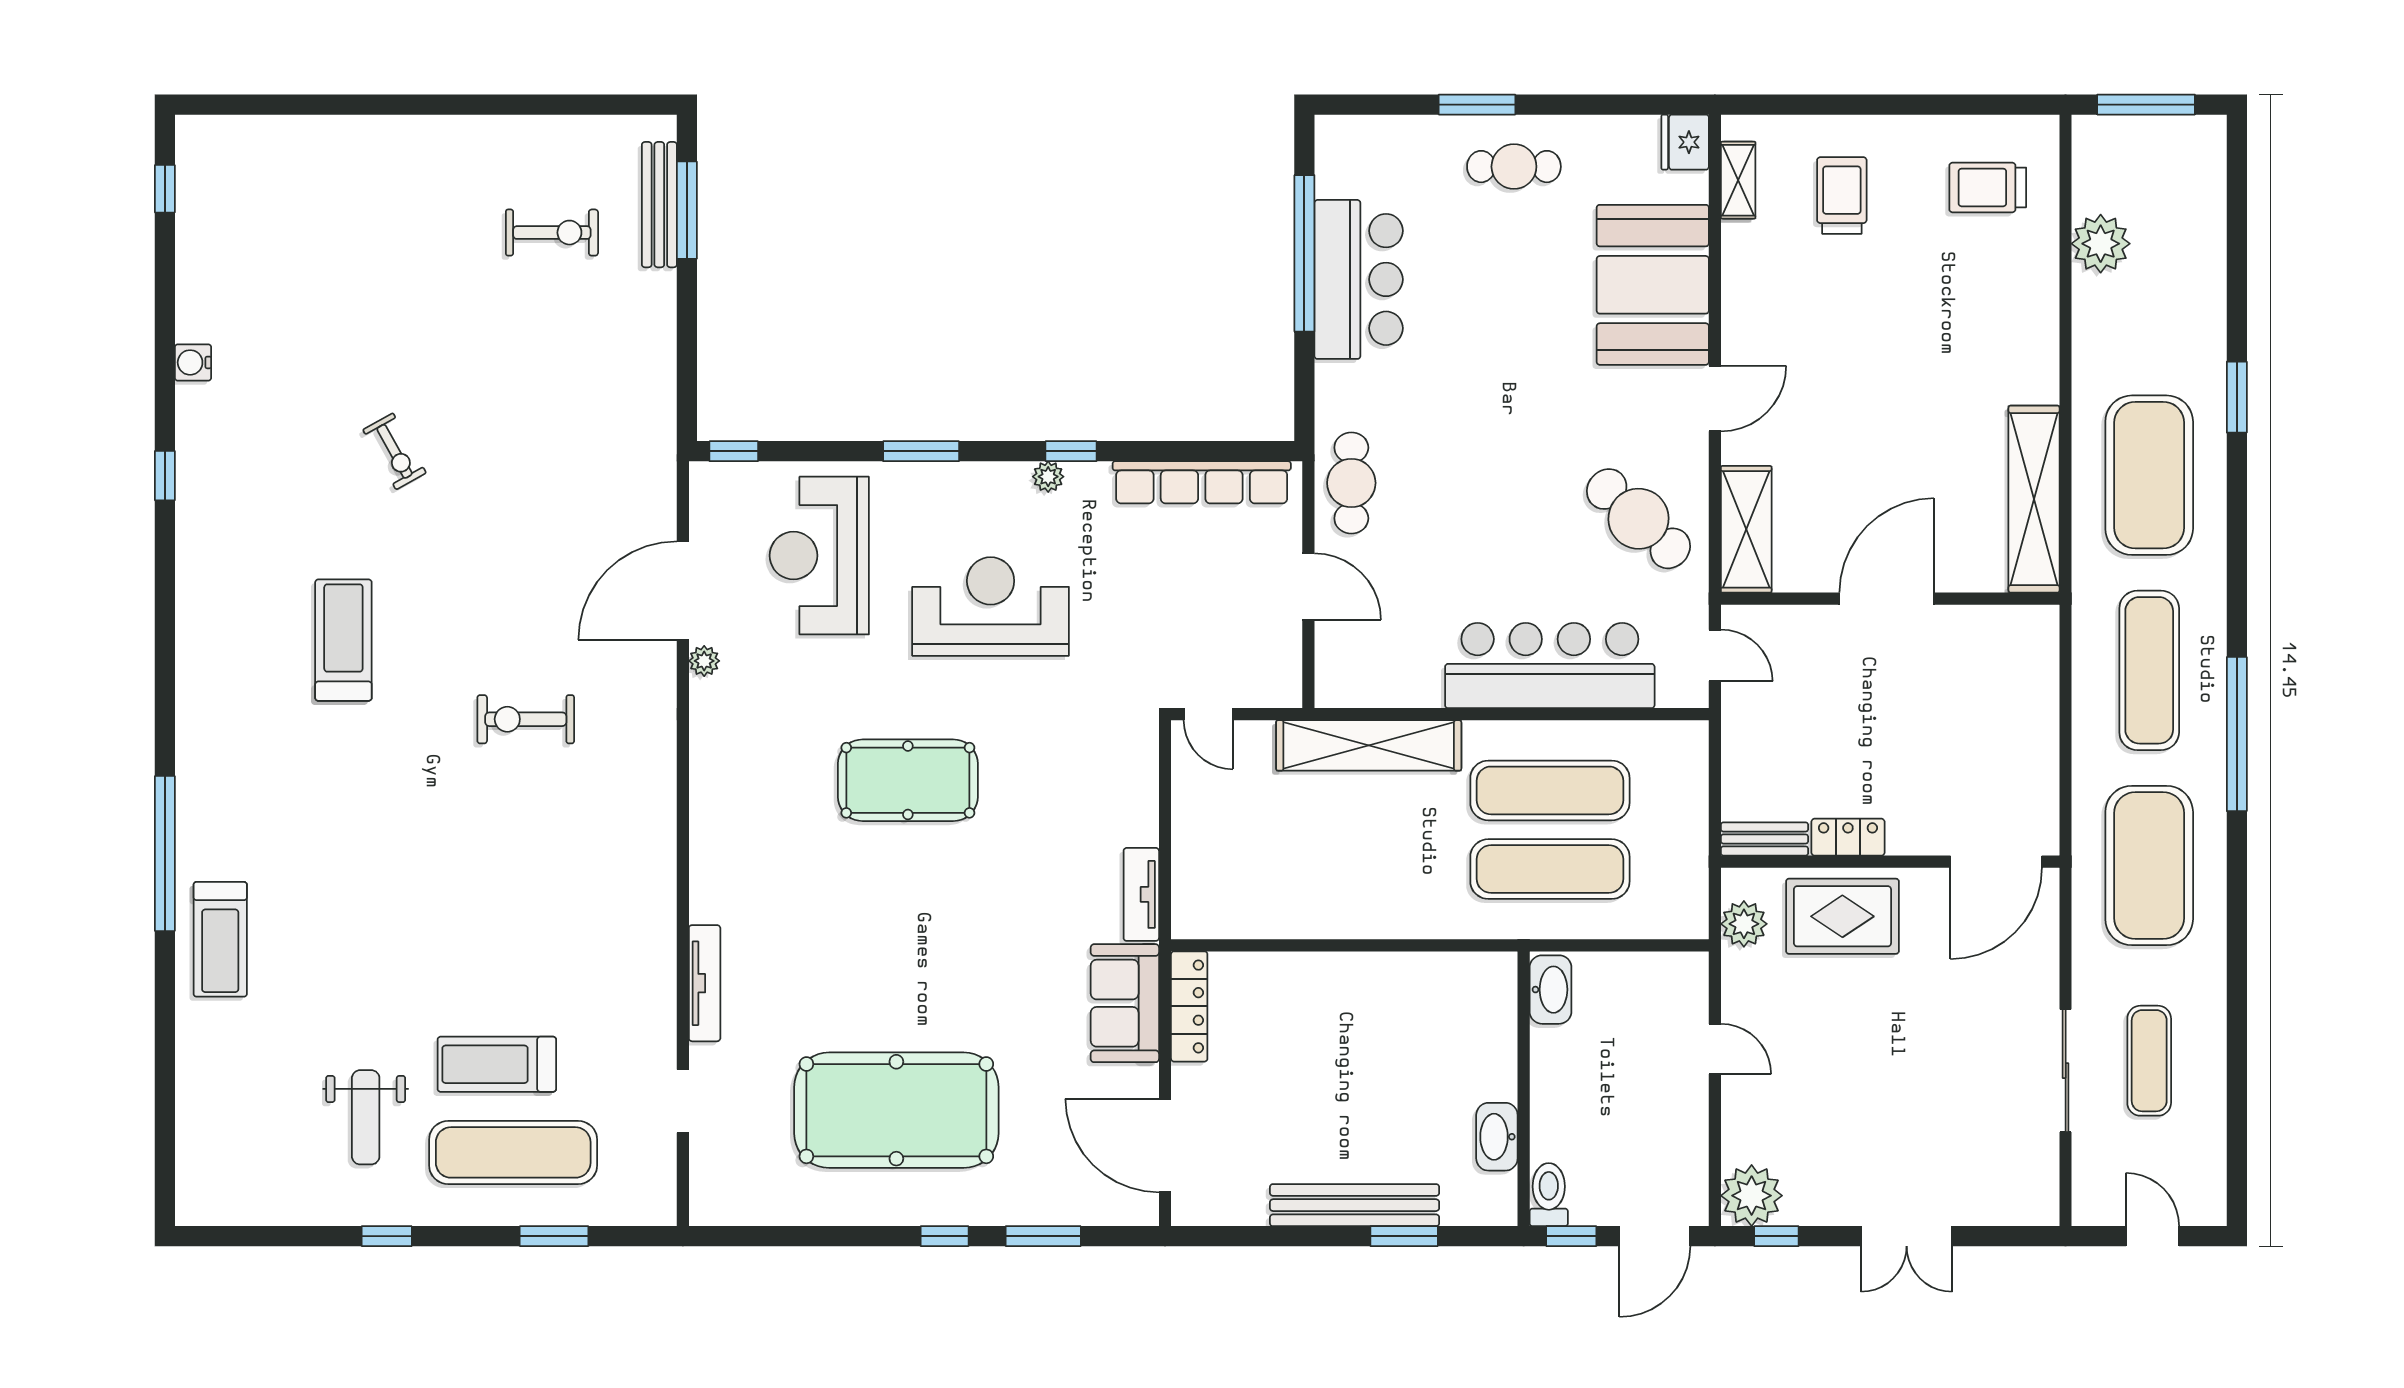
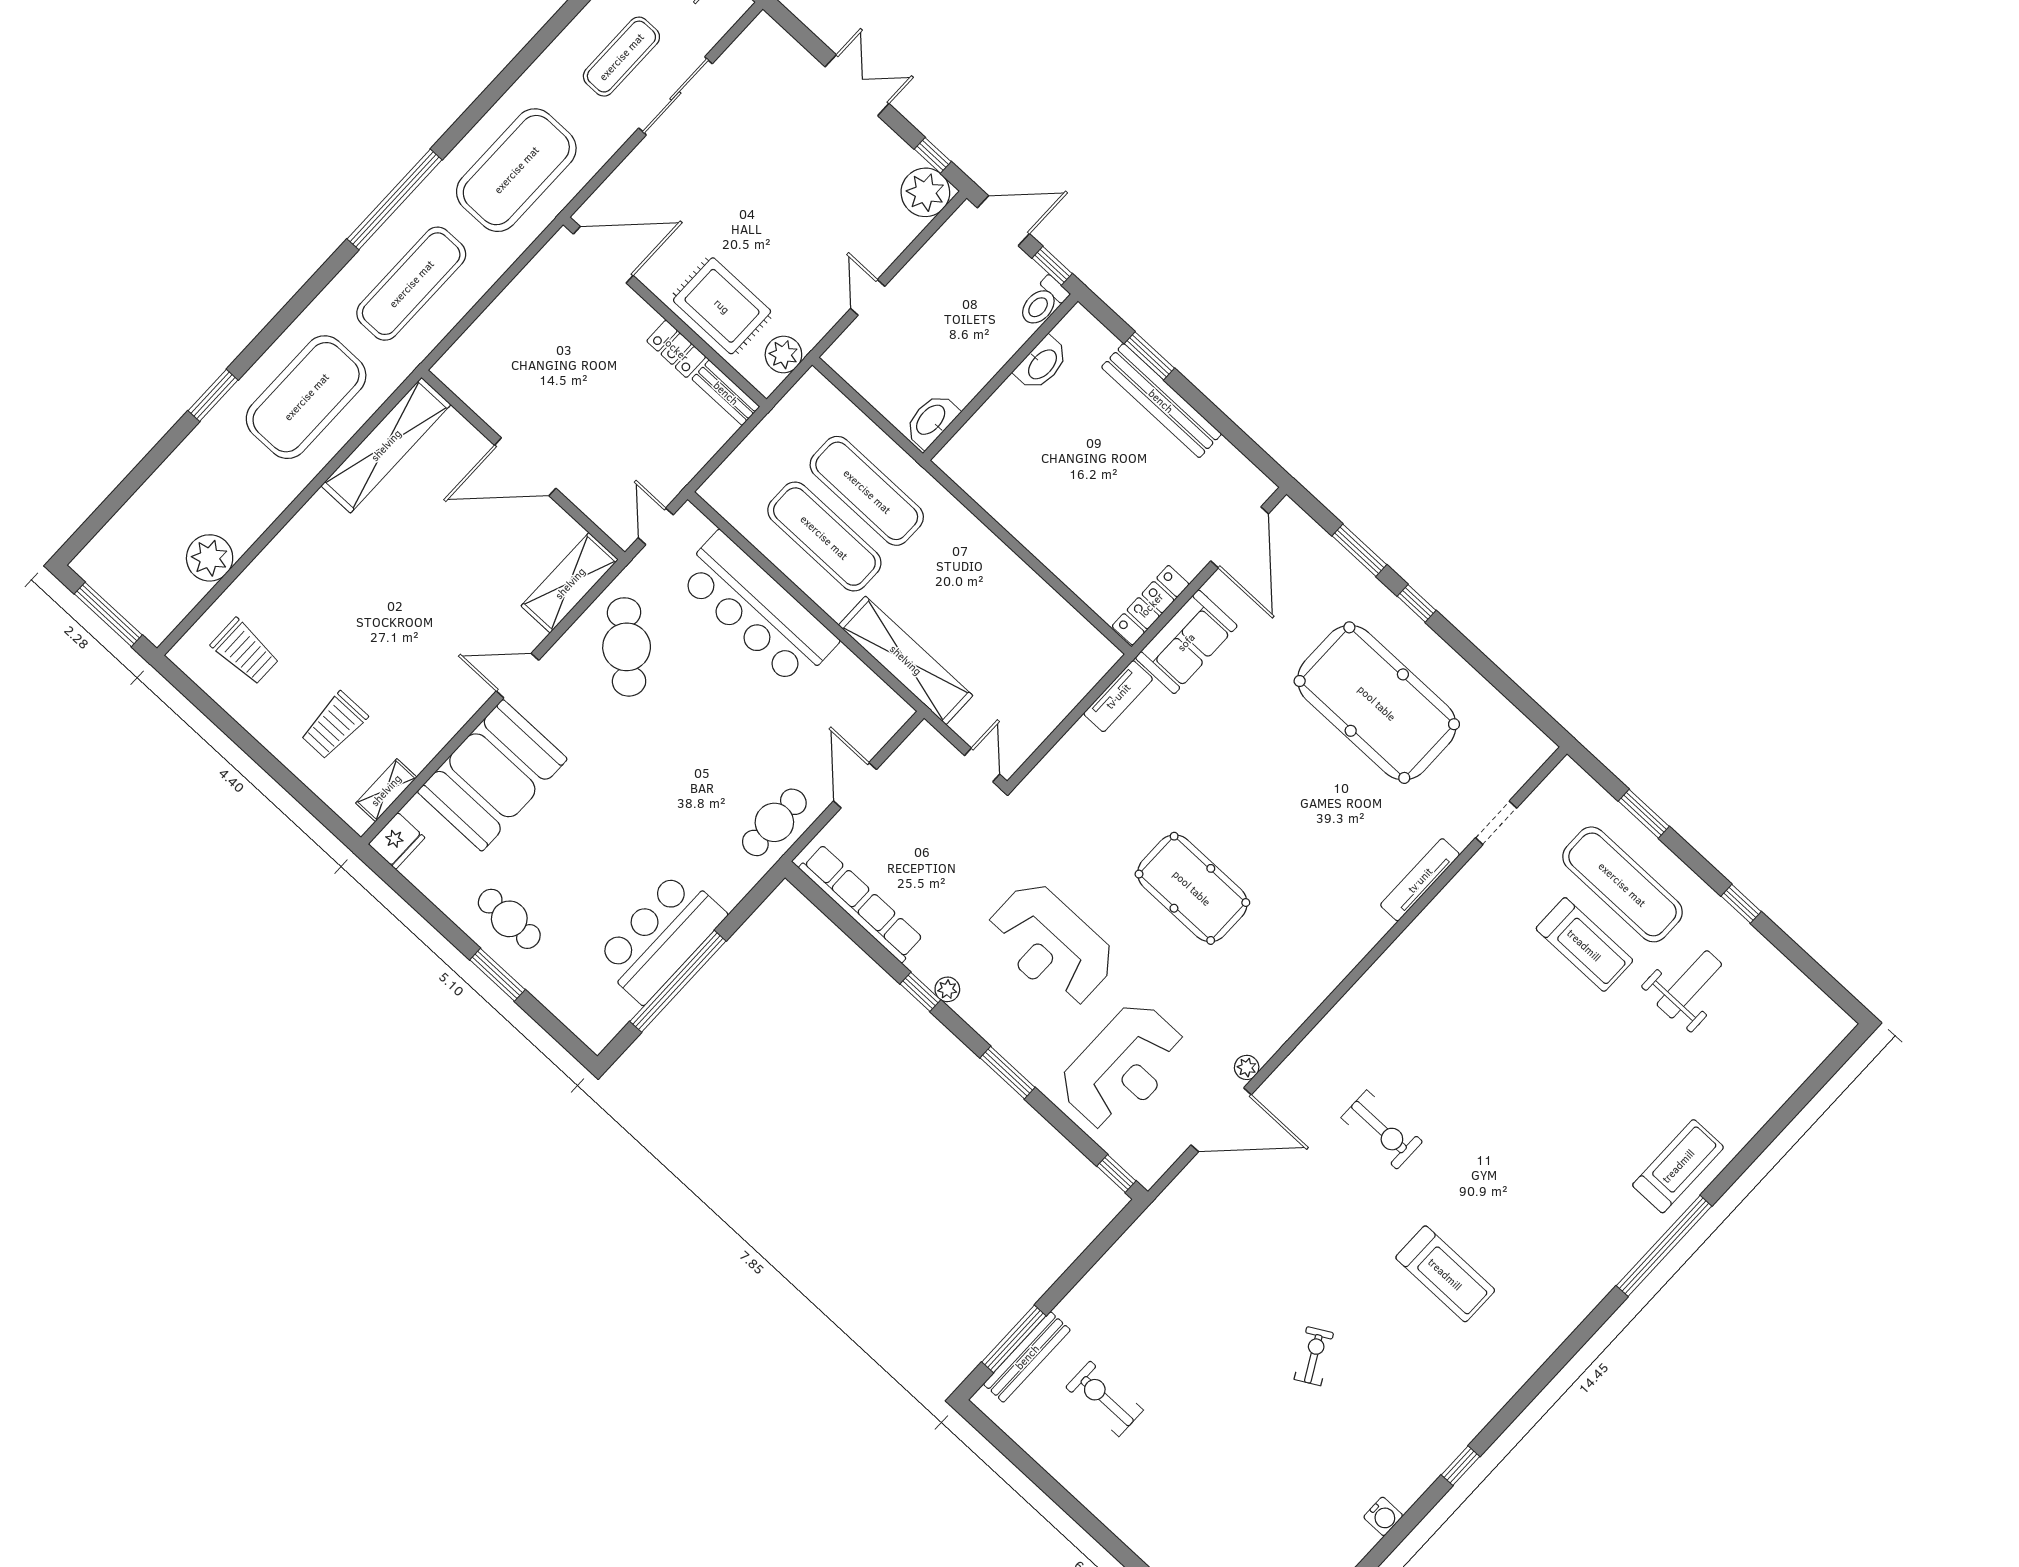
treadmill: (343, 640) -> (1445, 1274), turned -90

